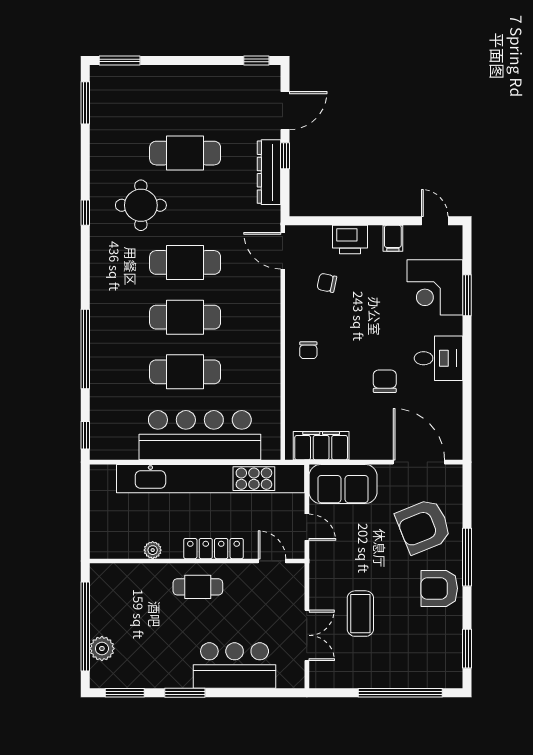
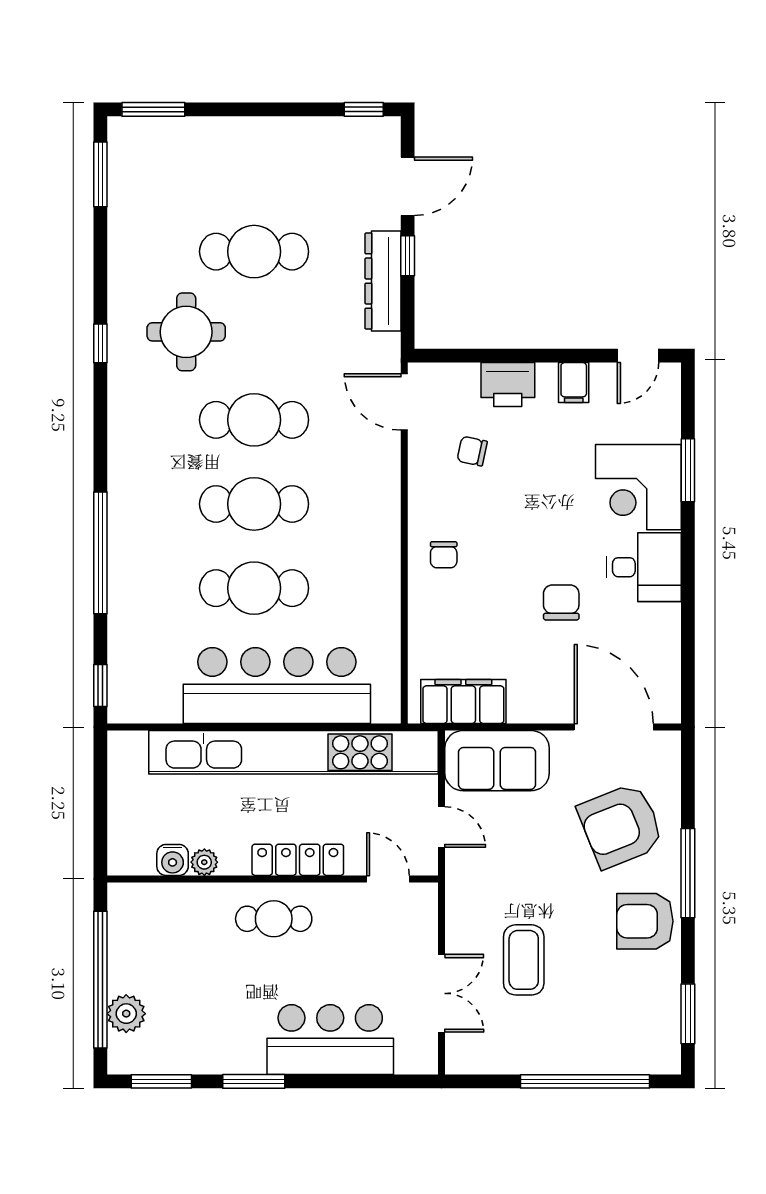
door: (435, 221) -> (638, 356), swing flipped
corner desk: (435, 287) -> (638, 487), moved
water cooler: (132, 549) -> (173, 860), added

